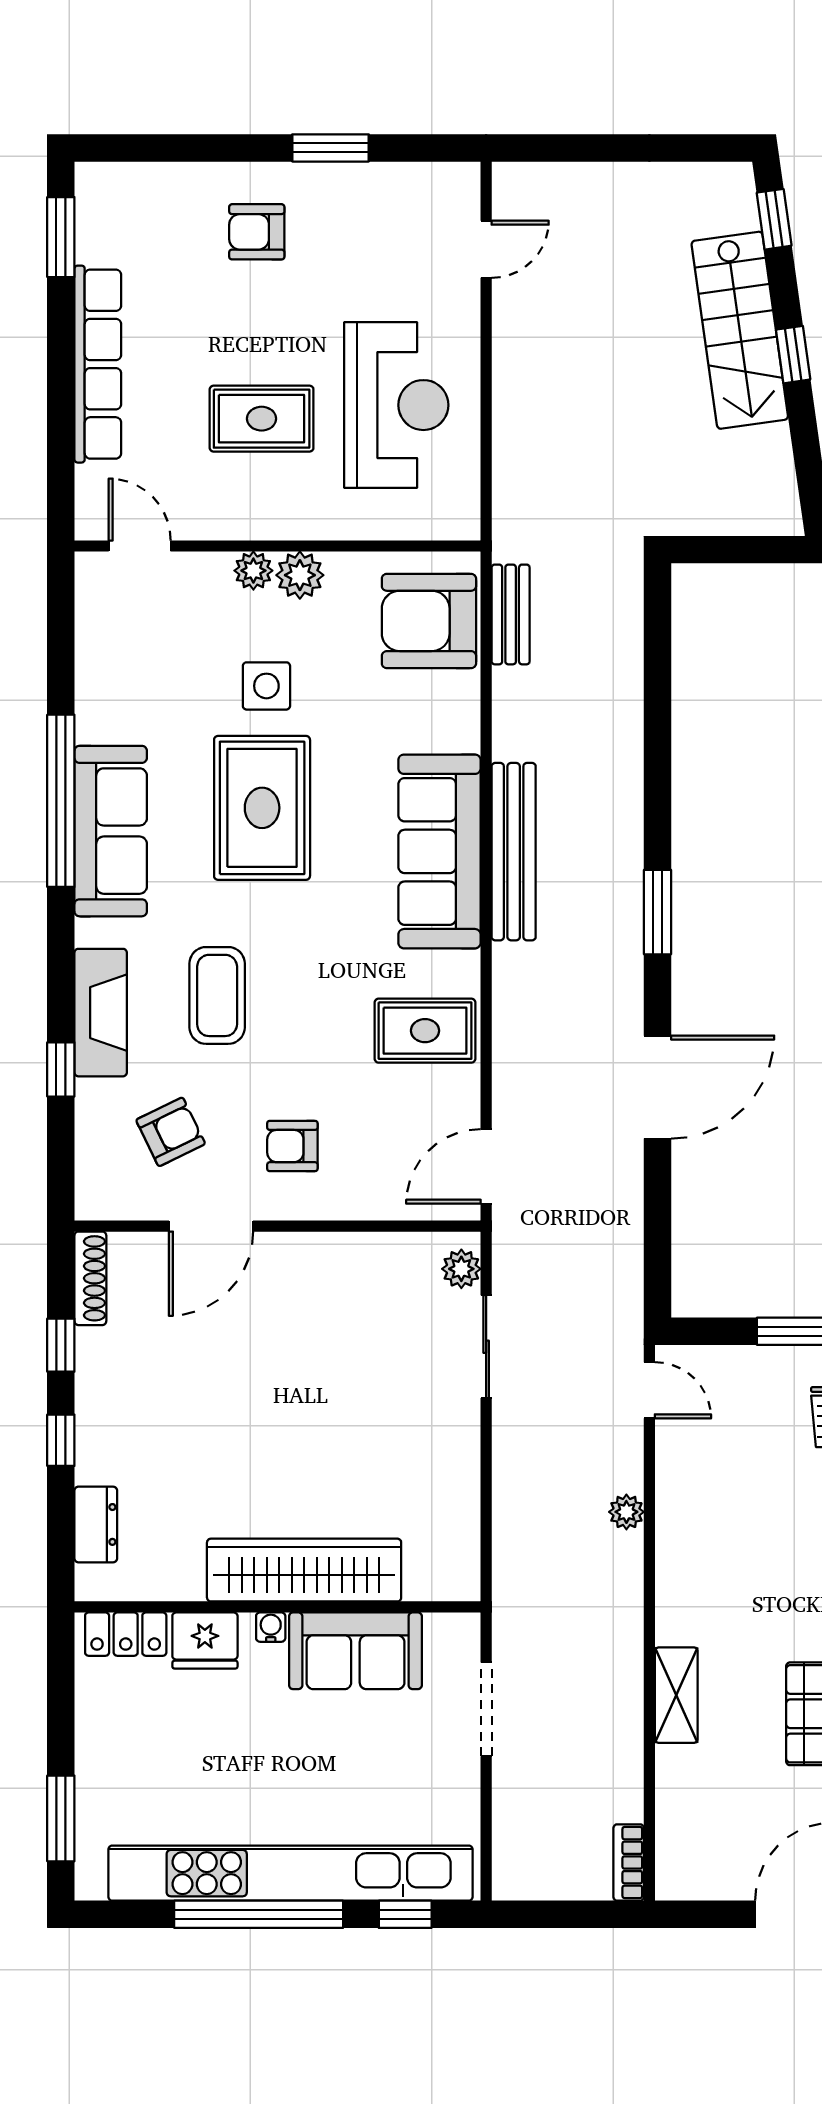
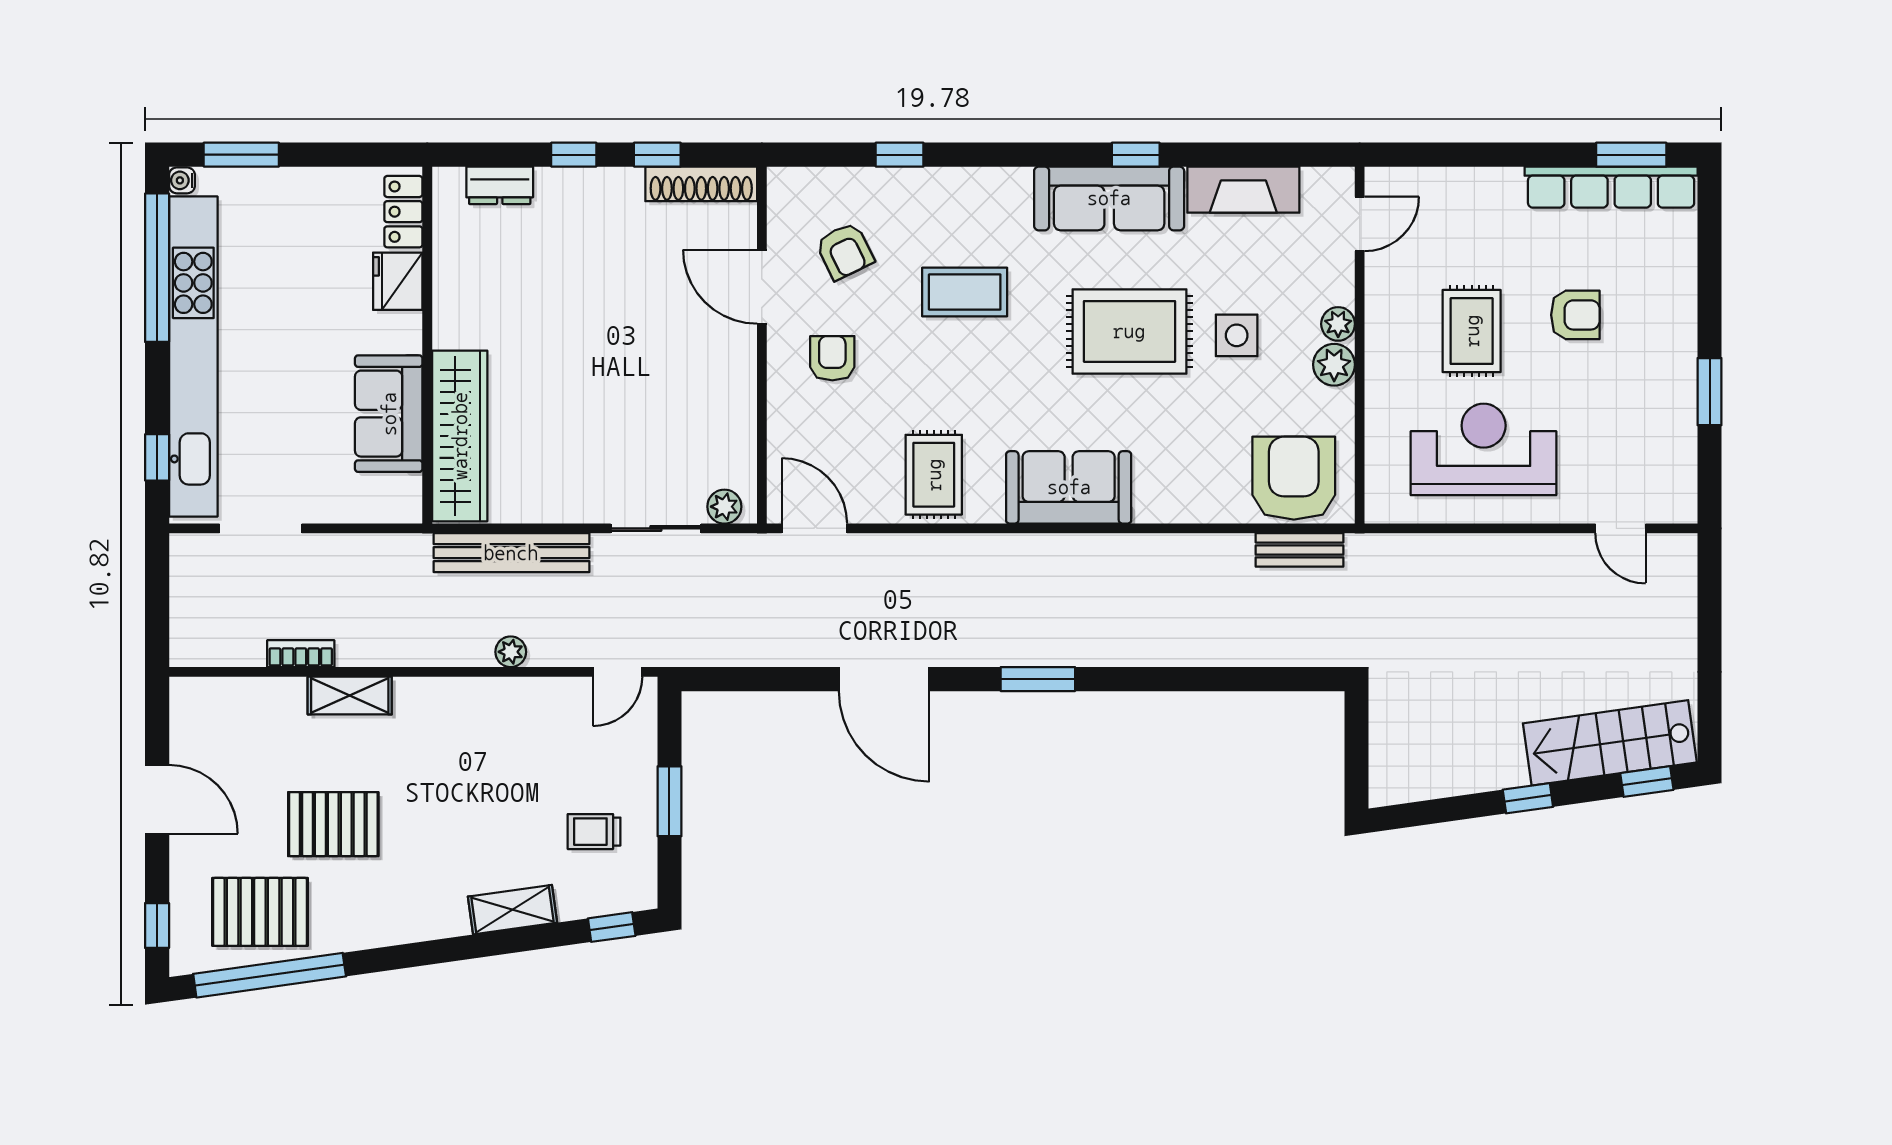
armchair: (257, 232) -> (1575, 315), moved, turned 90
stairs: (740, 330) -> (1610, 743), moved
row of seats: (98, 364) -> (1611, 187), moved
reception desk: (396, 405) -> (1484, 449), turned 180
window: (61, 801) -> (1136, 155), width x0.32
sofa: (439, 851) -> (1069, 487), width x0.73
bench: (514, 852) -> (511, 553), moved
fireplace: (101, 1013) -> (1243, 190), moved
shoe rack: (90, 1278) -> (701, 184), width x1.36, depth x1.24
wardrobe: (304, 1570) -> (460, 436), moved
water cooler: (271, 1627) -> (182, 180), moved, turned 180
doorway: (486, 1709) -> (261, 528), moved
bookcase: (629, 1862) -> (301, 654), moved
window: (259, 1914) -> (157, 268), moved

